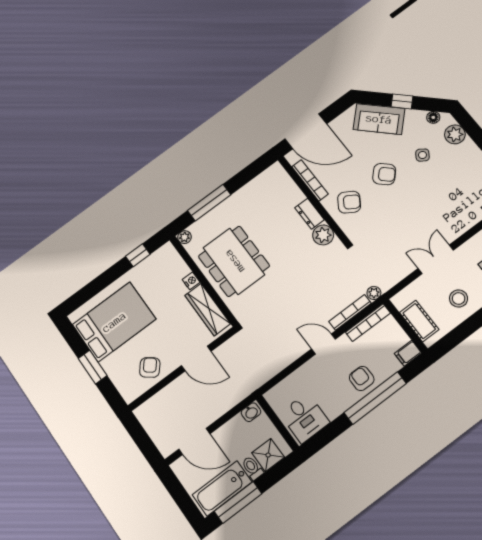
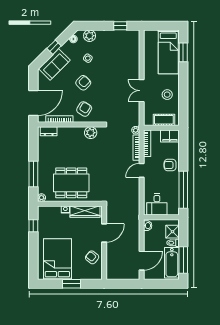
dresser: (310, 214) -> (49, 131), moved
filing cabinet: (408, 353) -> (170, 136), width x2.00
window: (375, 398) -> (183, 190), moved
desk: (305, 418) -> (157, 204), moved, turned 90

